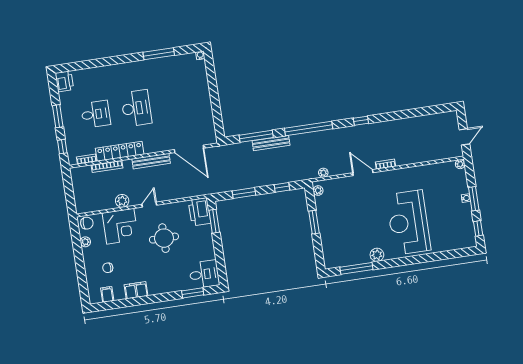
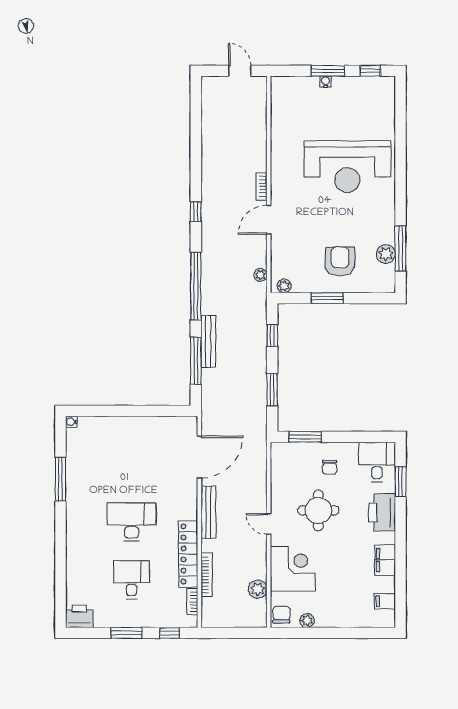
plant: (460, 164) -> (277, 83), removed
plant: (122, 201) -> (258, 589), moved
printer: (199, 212) -> (382, 512), moved, turned 90
armchair: (341, 227) -> (340, 261), added
plant: (377, 255) -> (386, 254), moved
chair: (108, 268) -> (330, 467), moved

